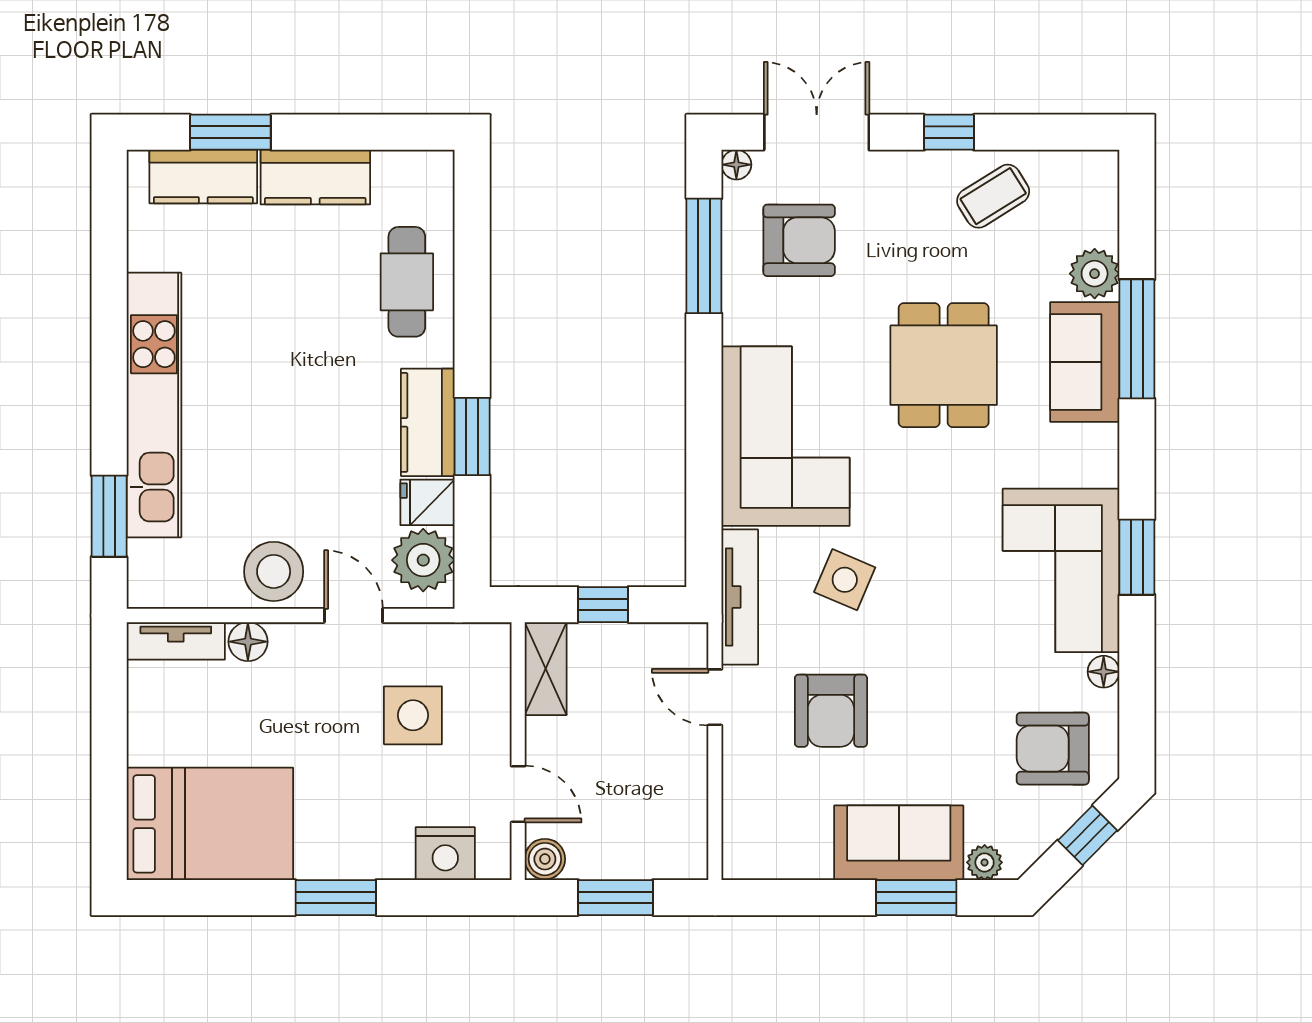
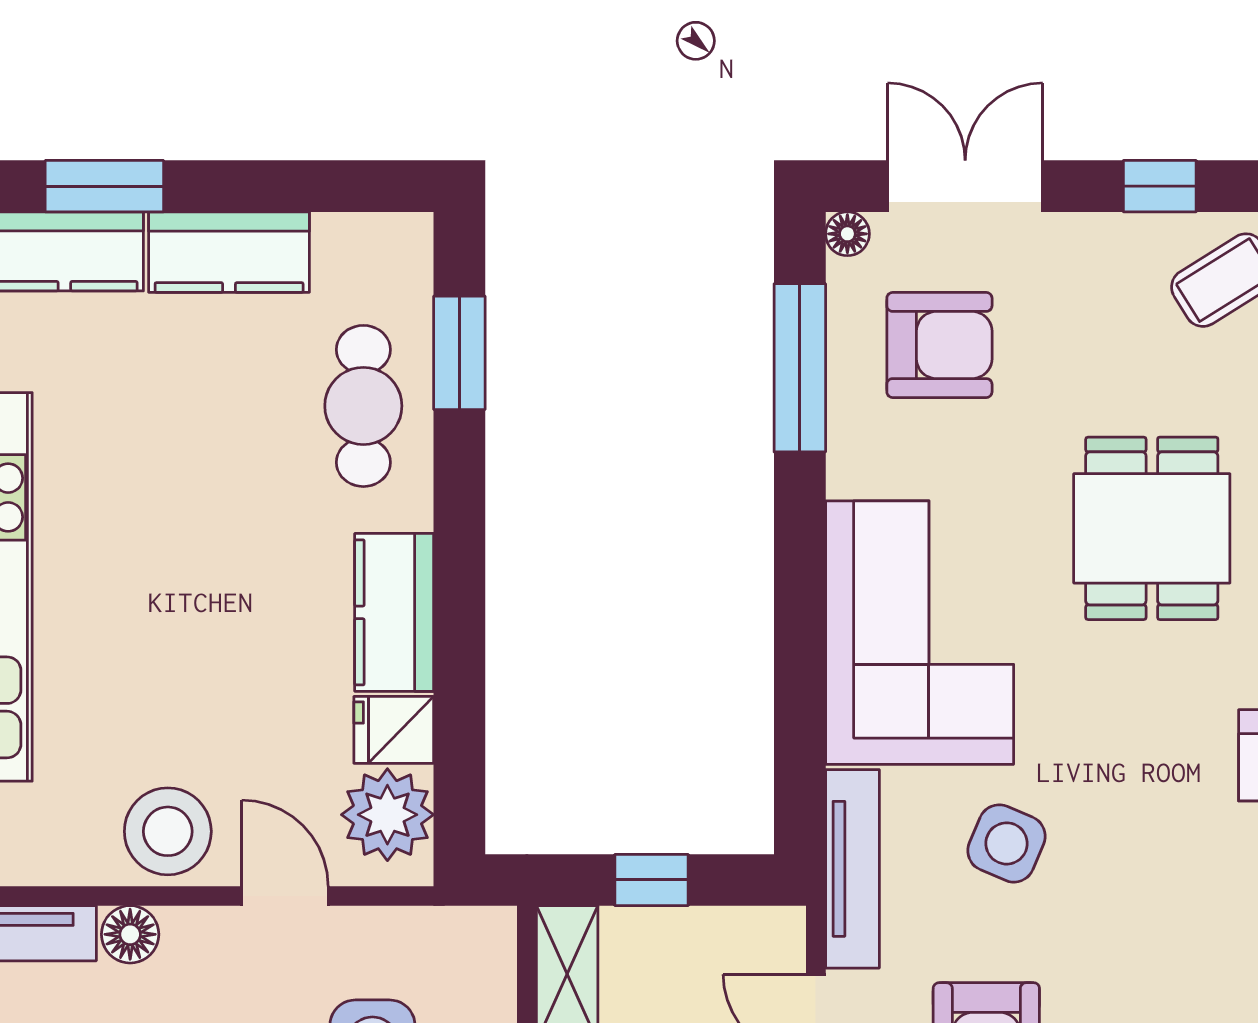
window: (472, 436) -> (459, 353), moved

